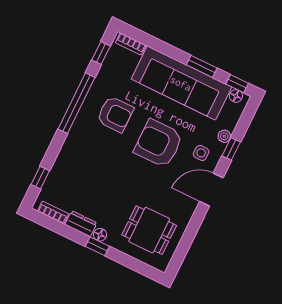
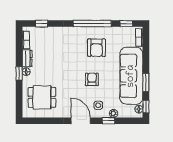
armchair: (159, 143) -> (92, 79), width x0.53, depth x0.53
dining table: (149, 230) -> (42, 97), turned 90

